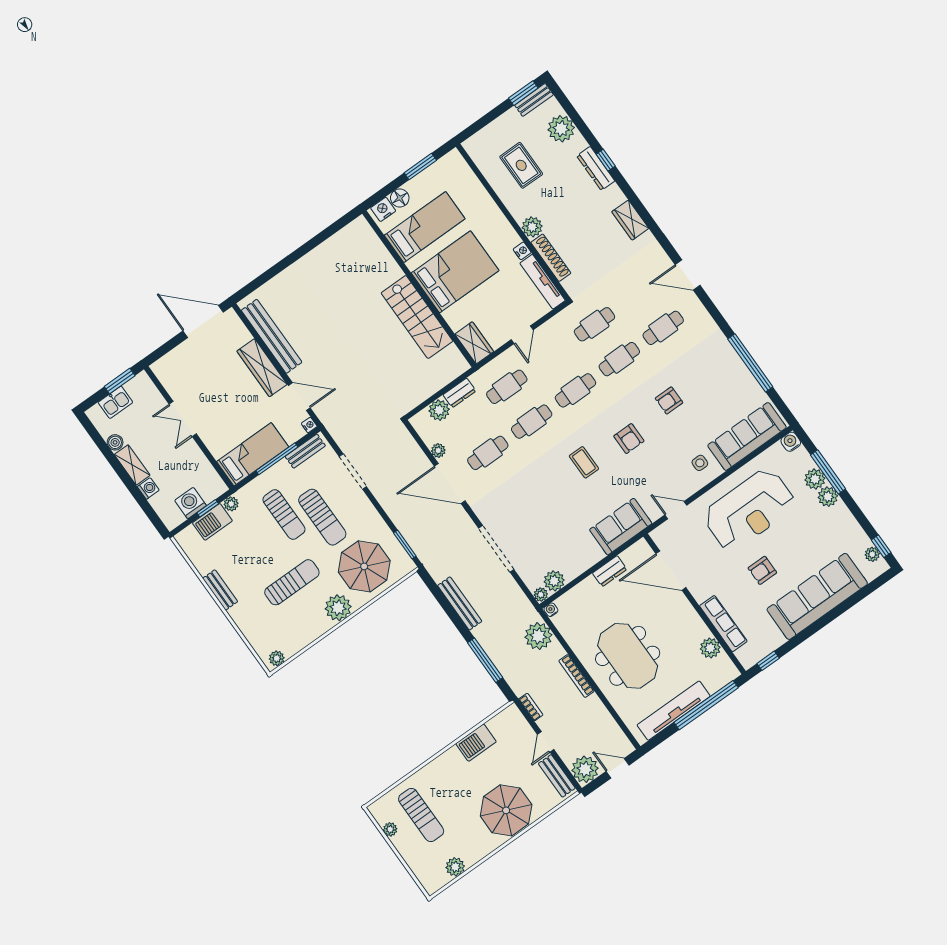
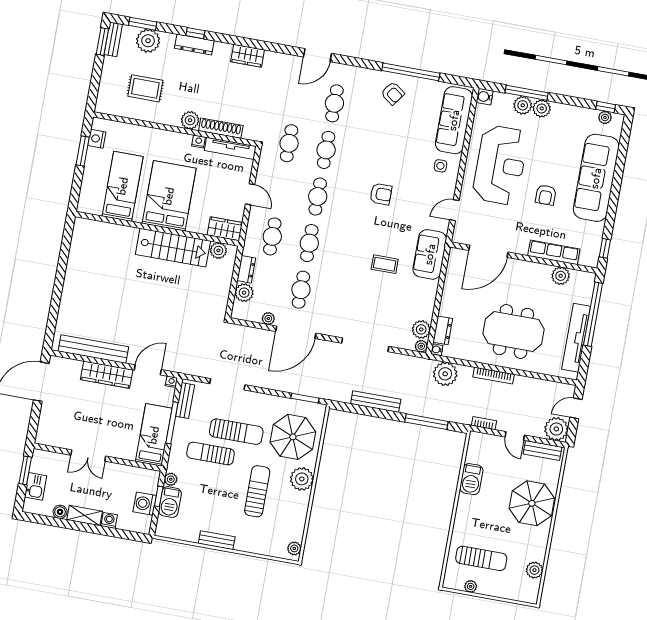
window: (570, 111) -> (143, 24), added
floor lamp: (400, 198) -> (89, 183), removed
nightstand: (383, 209) -> (97, 139), moved
plant: (452, 355) -> (218, 250), added
armchair: (669, 400) -> (393, 93), moved, turned -54
coffee table: (584, 462) -> (385, 264), moved
sun lounger: (284, 515) -> (211, 454), turned 180
dresser: (610, 571) -> (443, 330), moved

